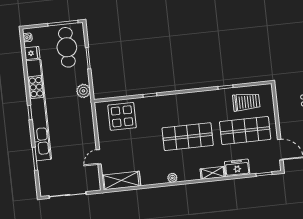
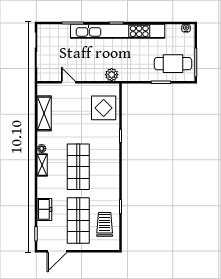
fridge: (32, 53) -> (171, 31), removed
plant: (83, 91) -> (112, 75), moved
trolley: (246, 102) -> (105, 224), turned 180
shelving: (213, 173) -> (42, 165), moved
shelving: (121, 181) -> (44, 113), moved

